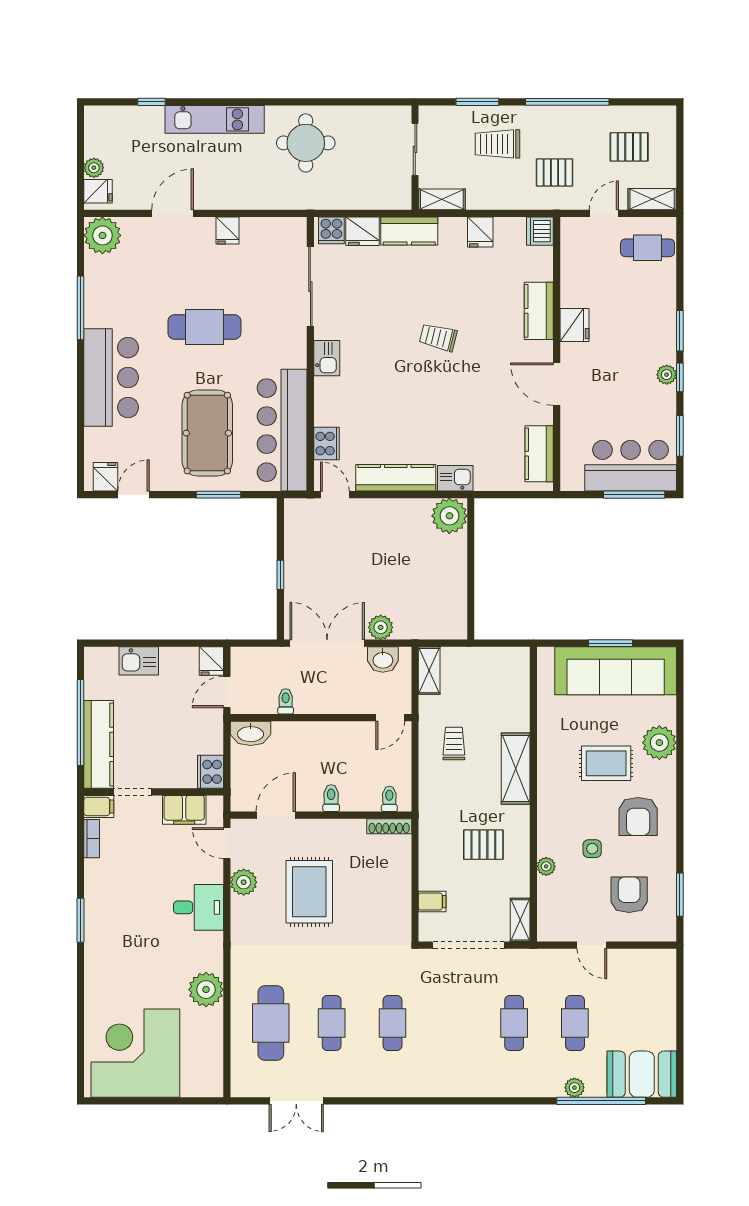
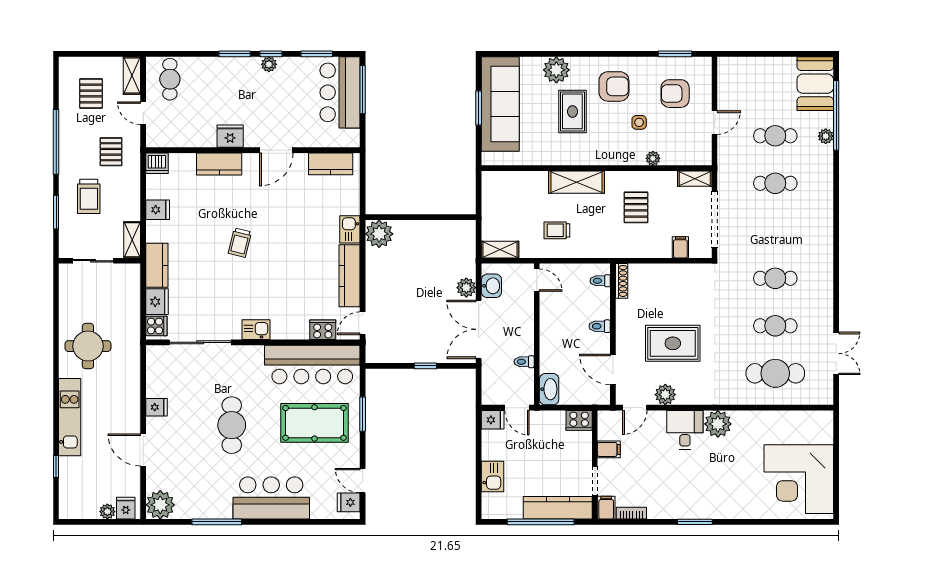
filing cabinet: (184, 810) -> (609, 449), width x0.50
plant: (206, 990) -> (718, 424), moved

